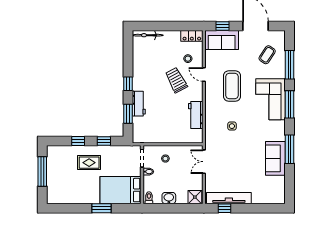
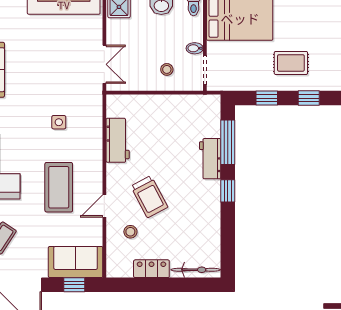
locker: (192, 36) -> (151, 269), moved
door: (204, 74) -> (104, 206), swing flipped
window: (128, 114) -> (228, 142), width x1.44

